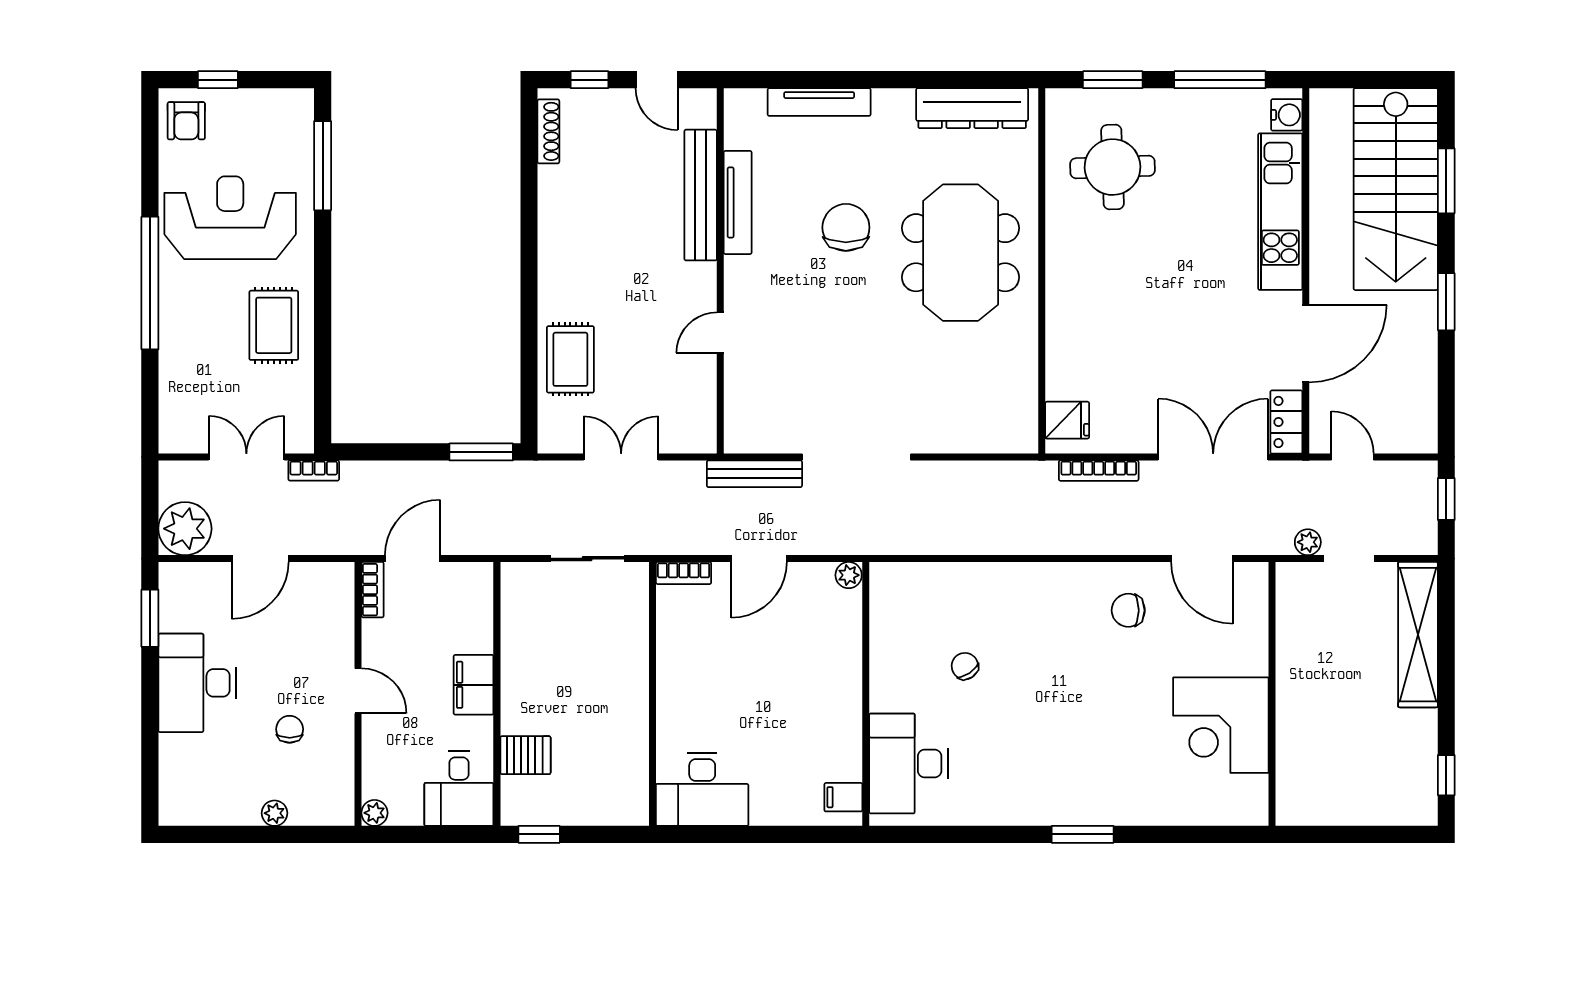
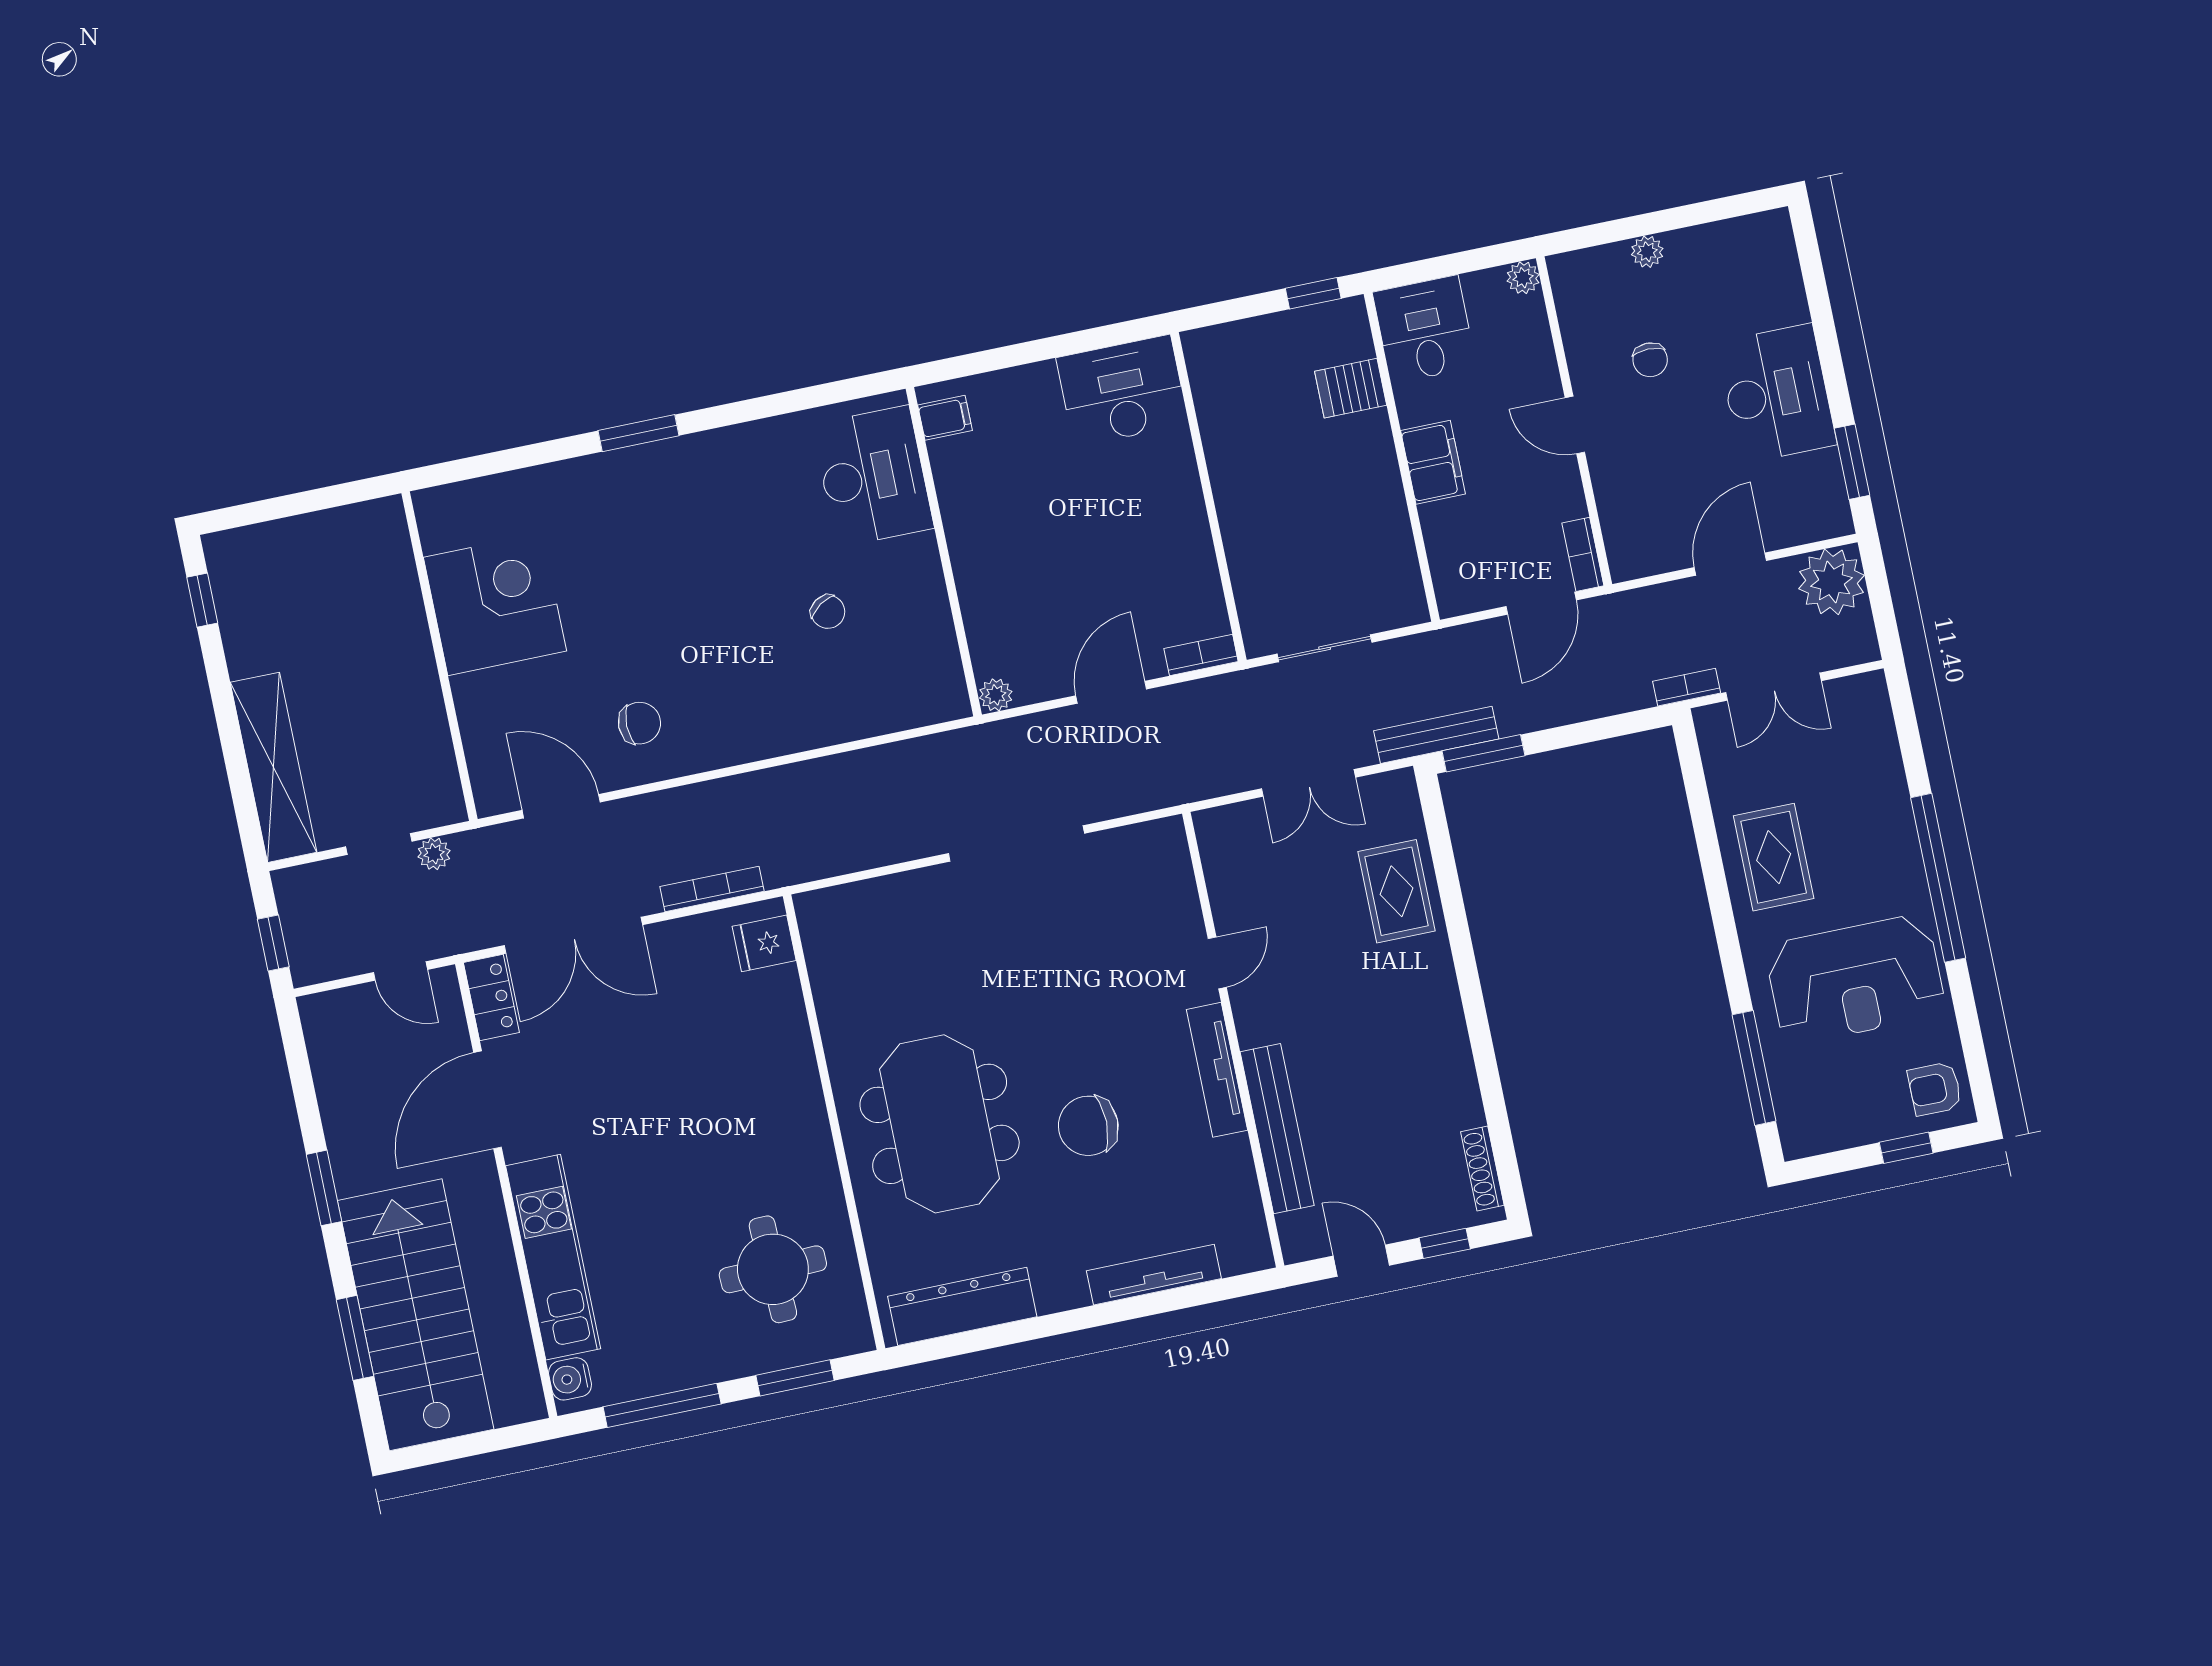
armchair: (186, 121) -> (1935, 1089), turned -90
tv unit: (738, 202) -> (1217, 1070), moved
chair: (846, 227) -> (1088, 1126), turned 90
bench: (754, 474) -> (1436, 735), moved

